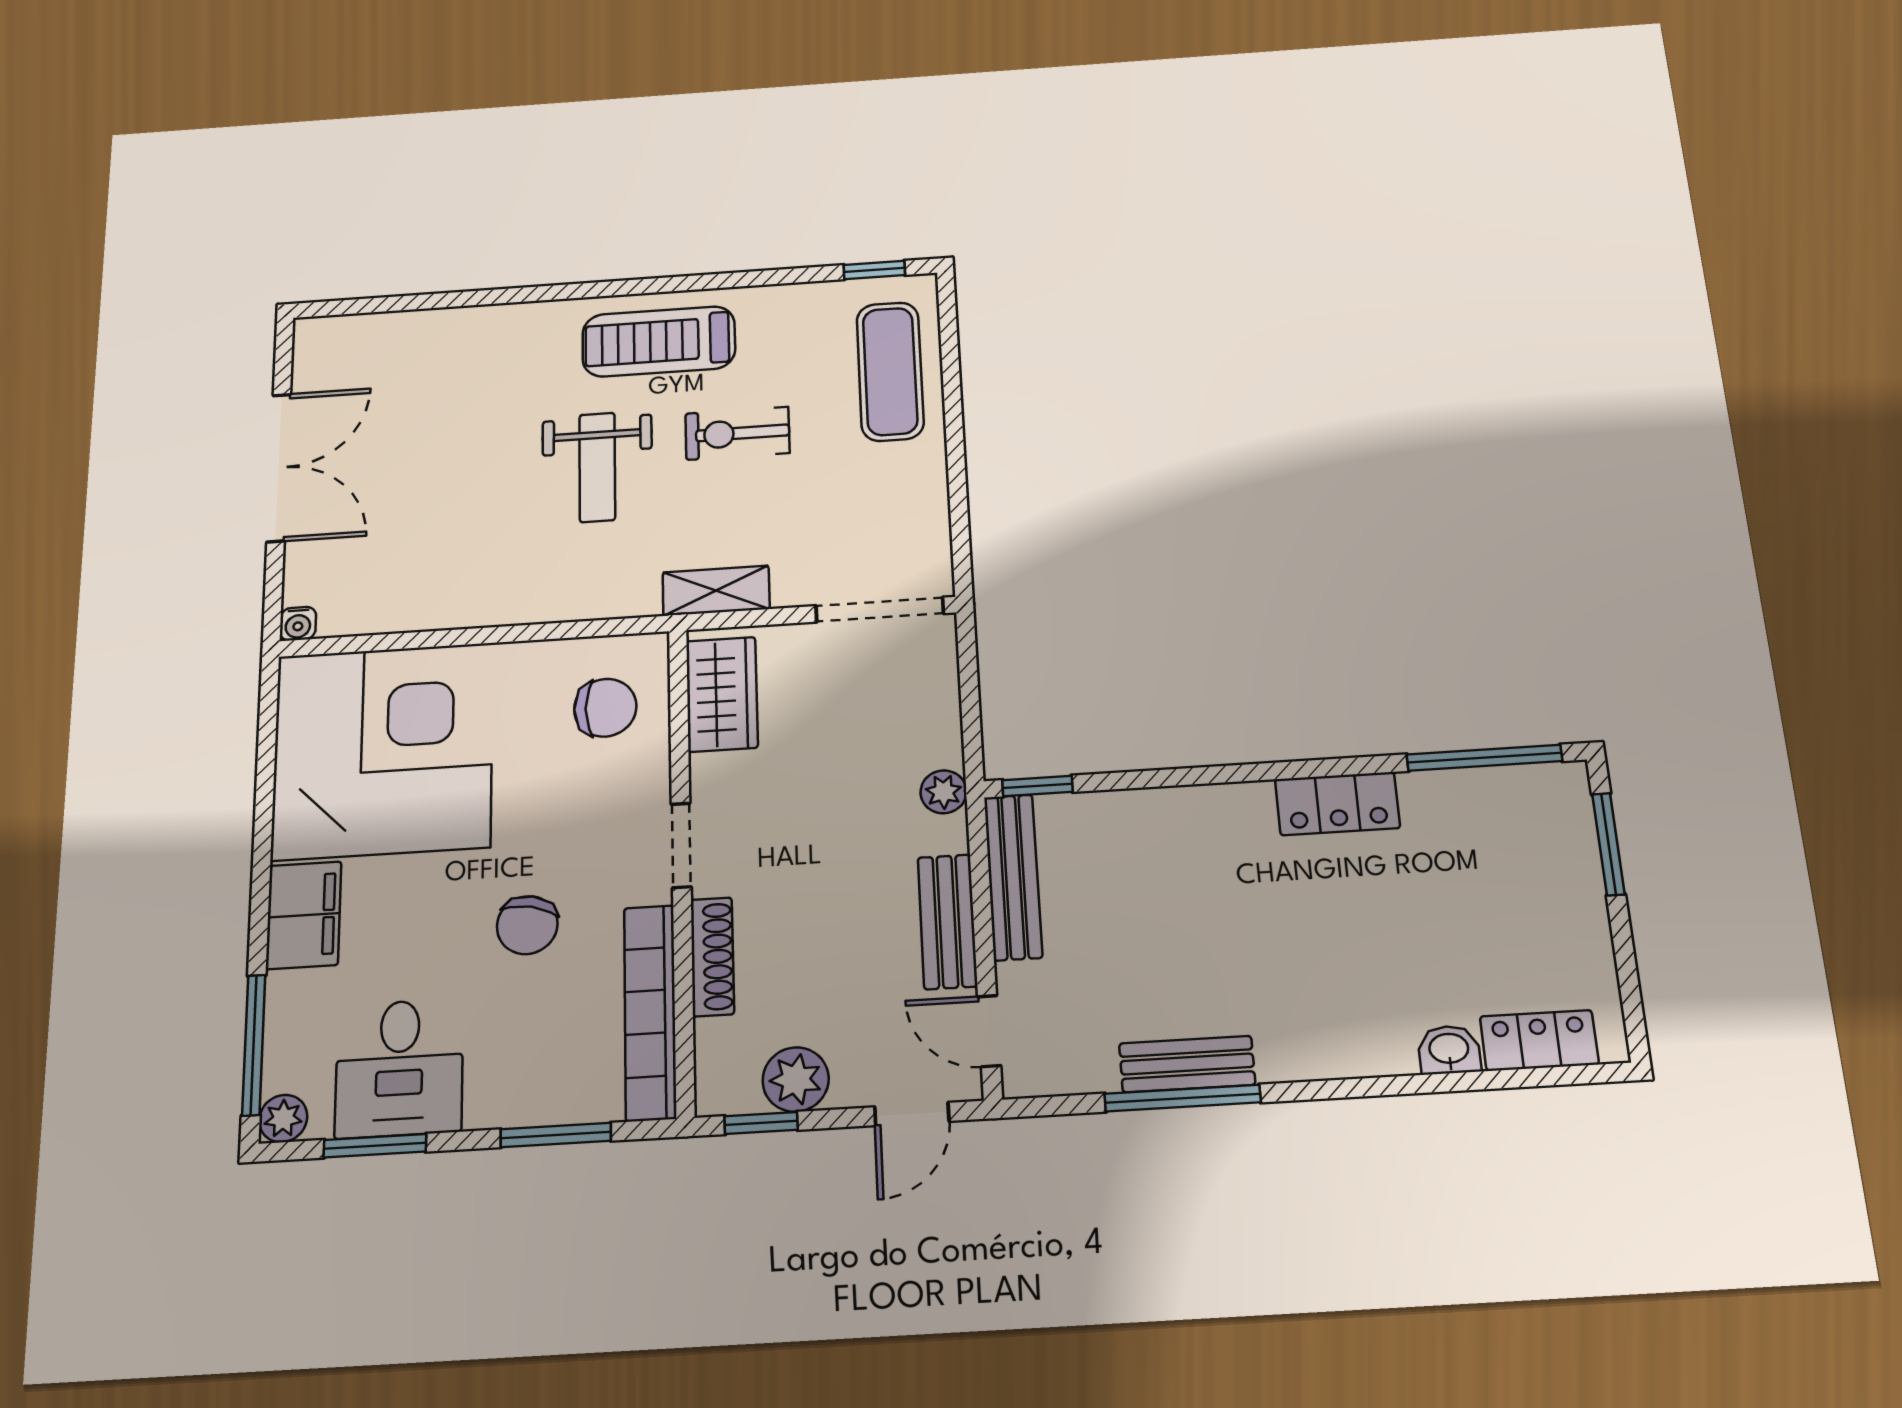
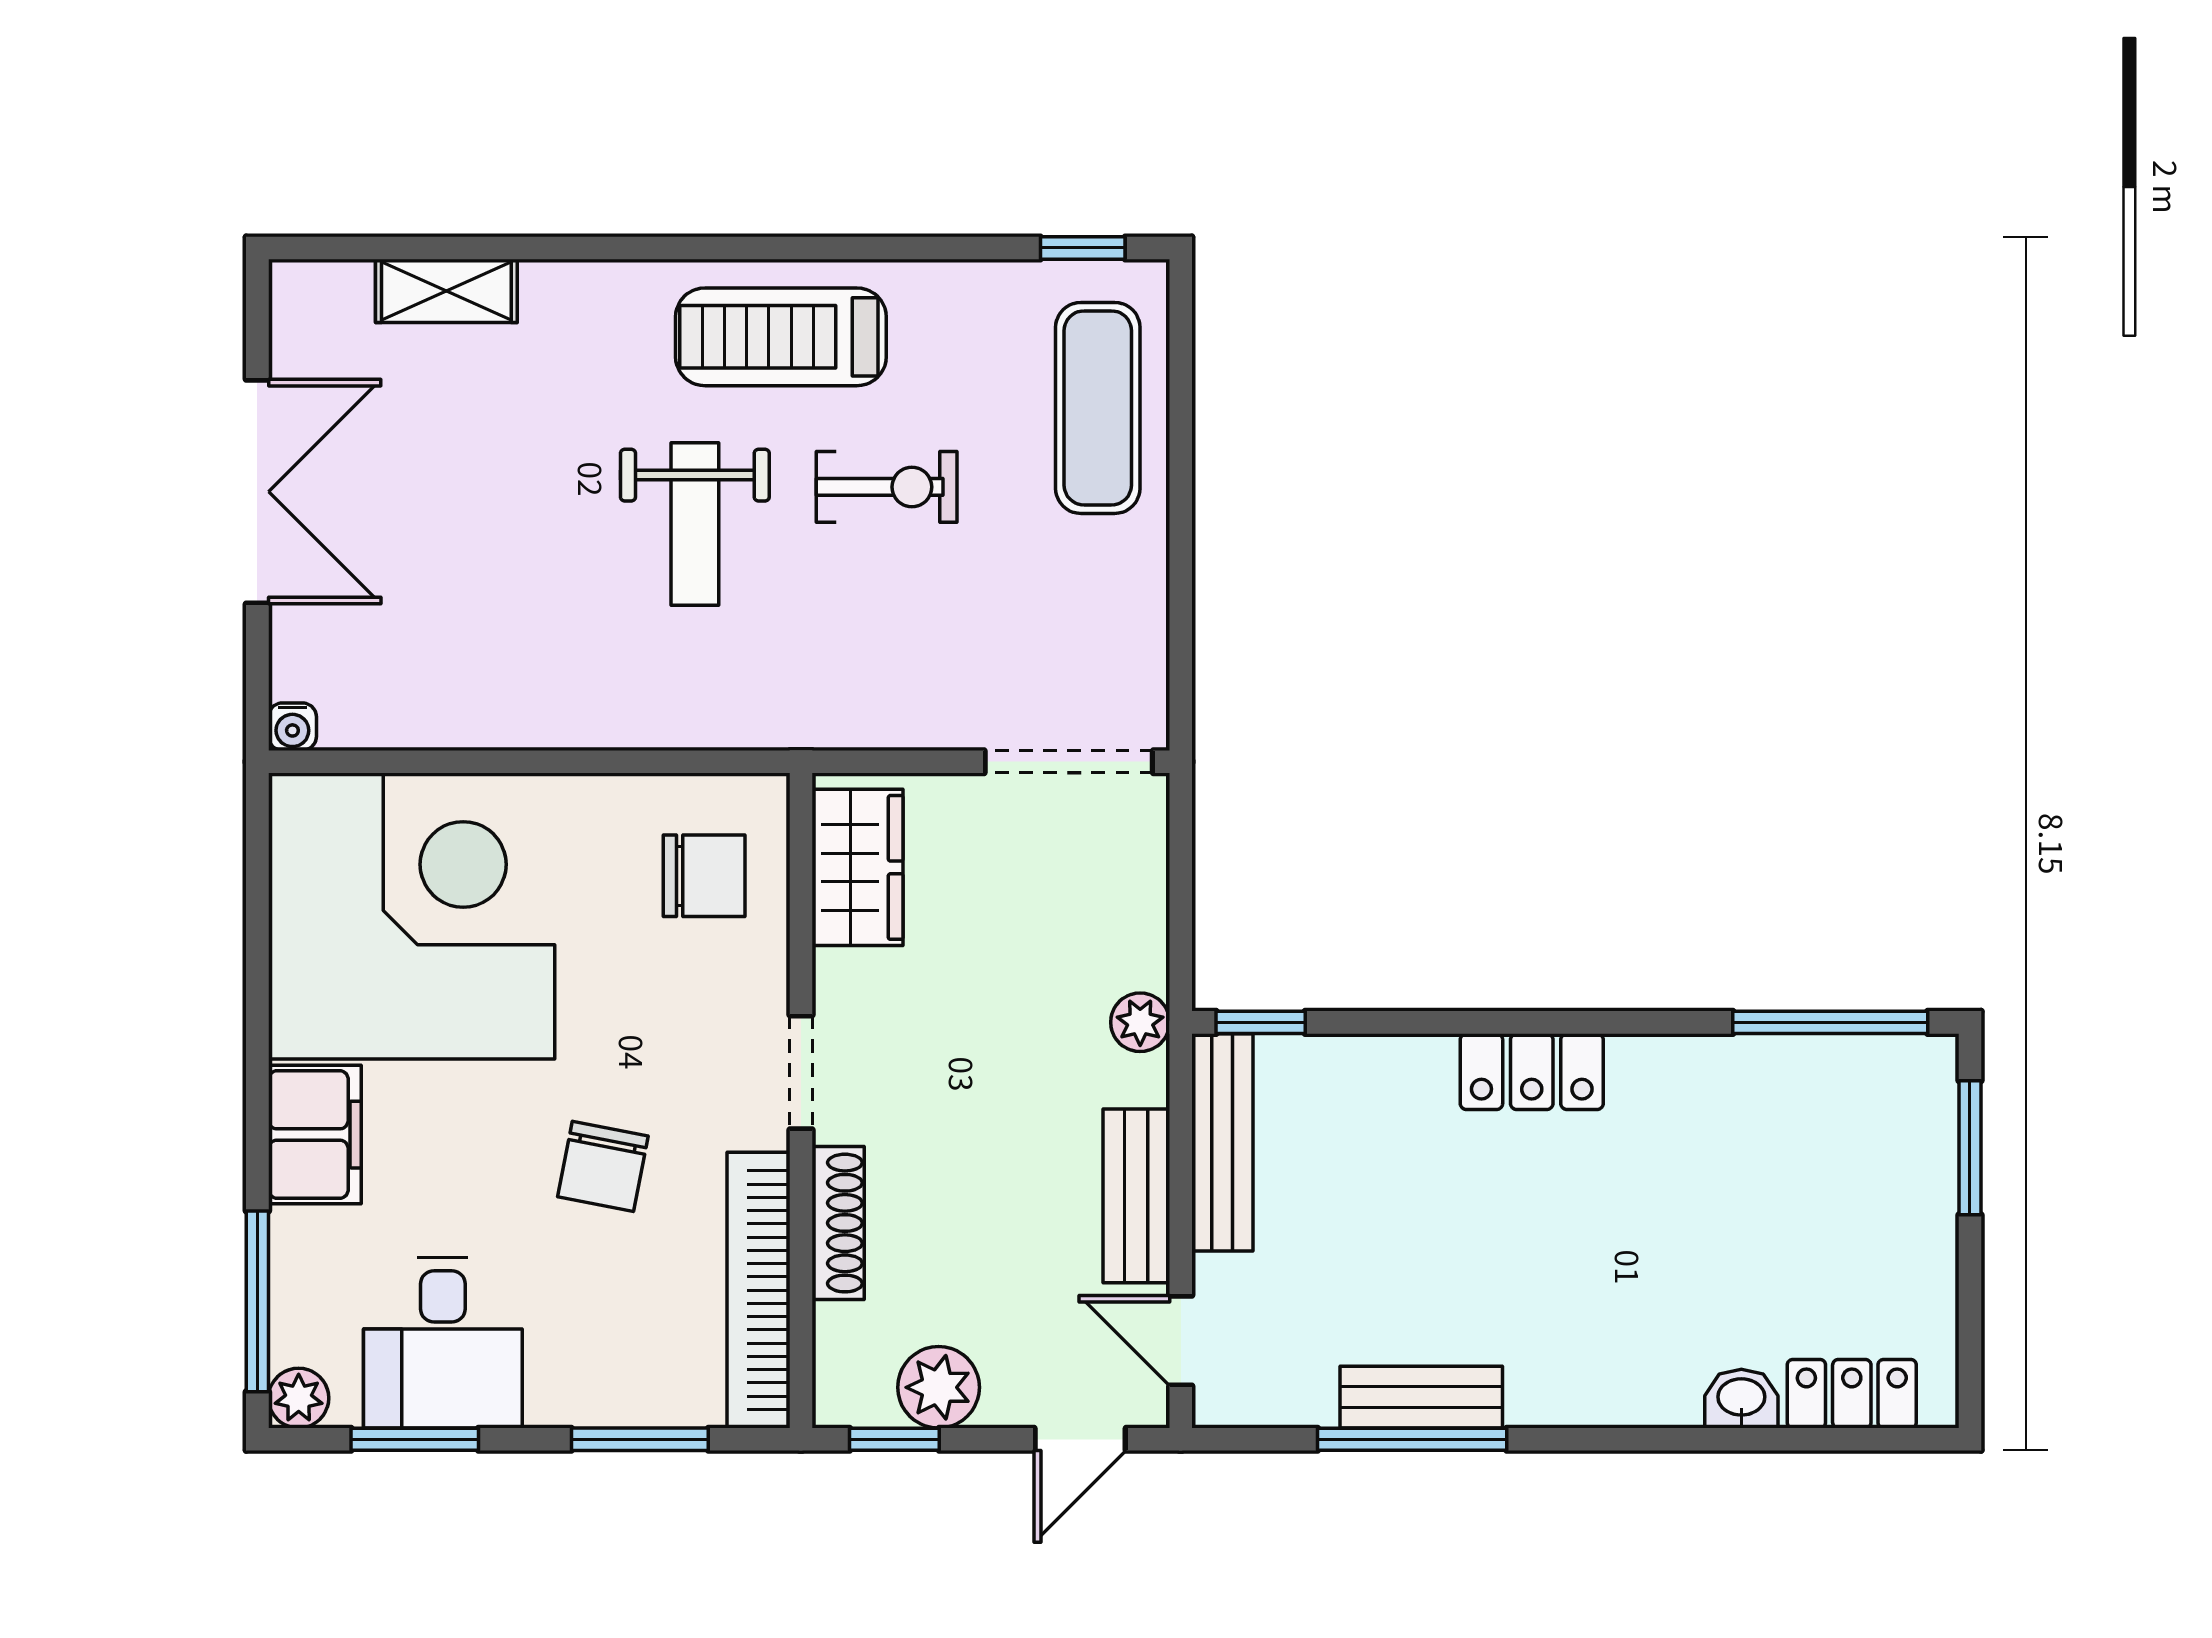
exercise bike: (737, 433) -> (887, 487), turned 180
shelving: (716, 591) -> (446, 291), moved
locker: (1337, 804) -> (1532, 1072), moved

